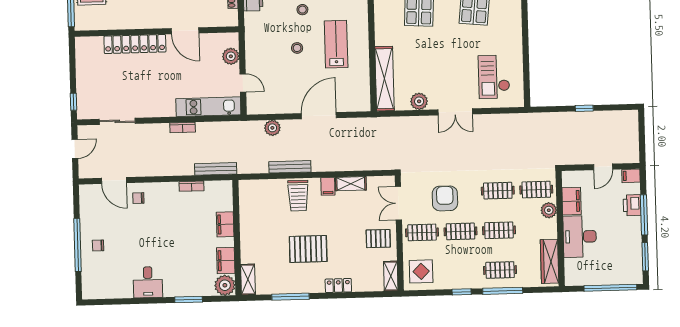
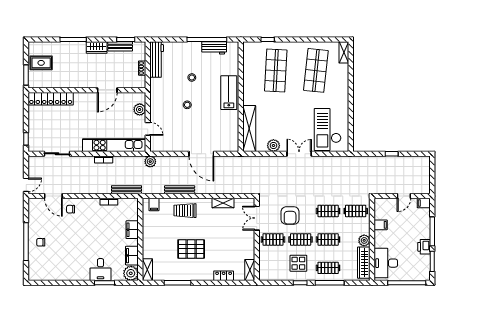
door: (185, 31) -> (107, 90), hinge flipped
locker: (135, 44) -> (51, 99), moved
lab bench: (336, 44) -> (229, 93), moved
checkout: (494, 77) -> (328, 129), width x1.36, depth x1.21
kitchen unit: (208, 107) -> (114, 145), width x1.36
double door: (455, 112) -> (299, 154), swing flipped
door: (319, 116) -> (201, 154), swing flipped
plant: (272, 128) -> (150, 162), moved
door: (75, 149) -> (26, 185), moved
filing cabinet: (328, 186) -> (154, 205), moved
trolley: (298, 196) -> (185, 211), turned 90
armchair: (445, 198) -> (290, 216), turned 180
filing cabinet: (572, 201) -> (381, 225), width x0.50
printer: (632, 205) -> (424, 247), moved
plant: (549, 210) -> (364, 240), moved
desk: (580, 237) -> (386, 263), moved
pallet: (378, 239) -> (241, 243), removed
display table: (421, 271) -> (298, 263), moved
desk: (148, 282) -> (100, 270), moved
locker: (338, 286) -> (224, 276), moved

